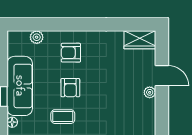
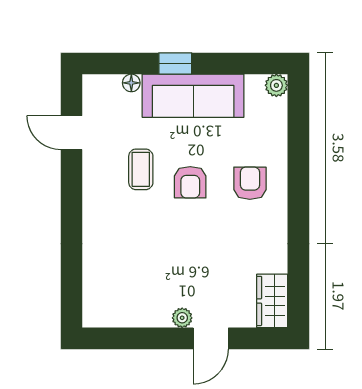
plant: (37, 37) -> (276, 85), moved
armchair: (70, 88) -> (190, 182), turned -90

